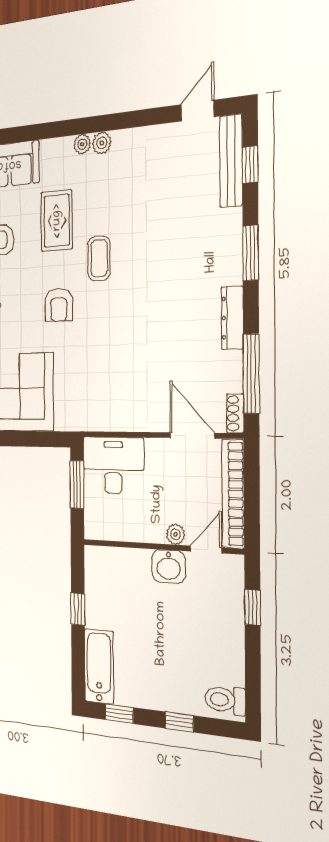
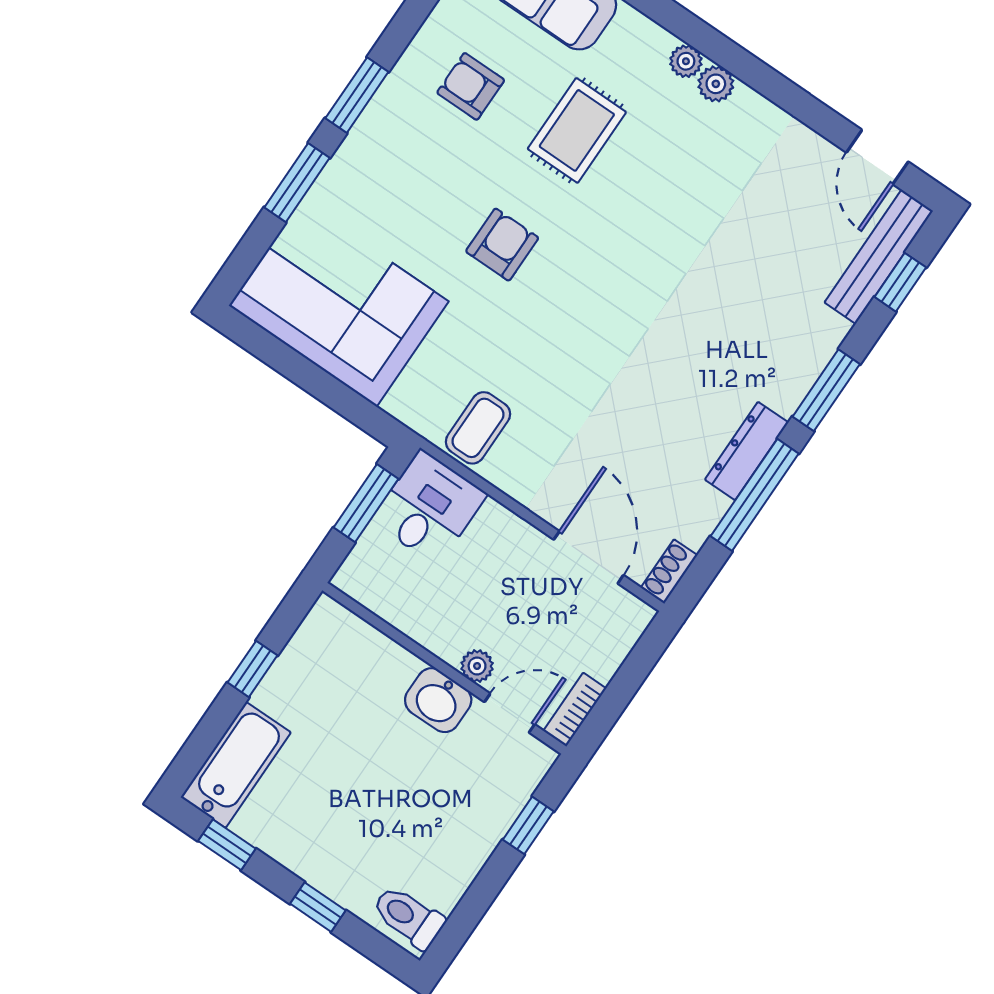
door: (197, 111) -> (877, 157), swing flipped
coffee table: (99, 258) -> (478, 428), moved
armchair: (59, 305) -> (502, 245), turned 180
window: (251, 374) -> (755, 495), moved
desk: (113, 465) -> (429, 507), width x0.73
bookcase: (233, 494) -> (575, 710), width x0.43, depth x0.76

